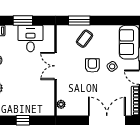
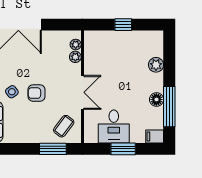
coffee table: (85, 39) -> (64, 126), moved
armchair: (92, 65) -> (36, 93), turned 90
plant: (61, 94) -> (75, 57), added

